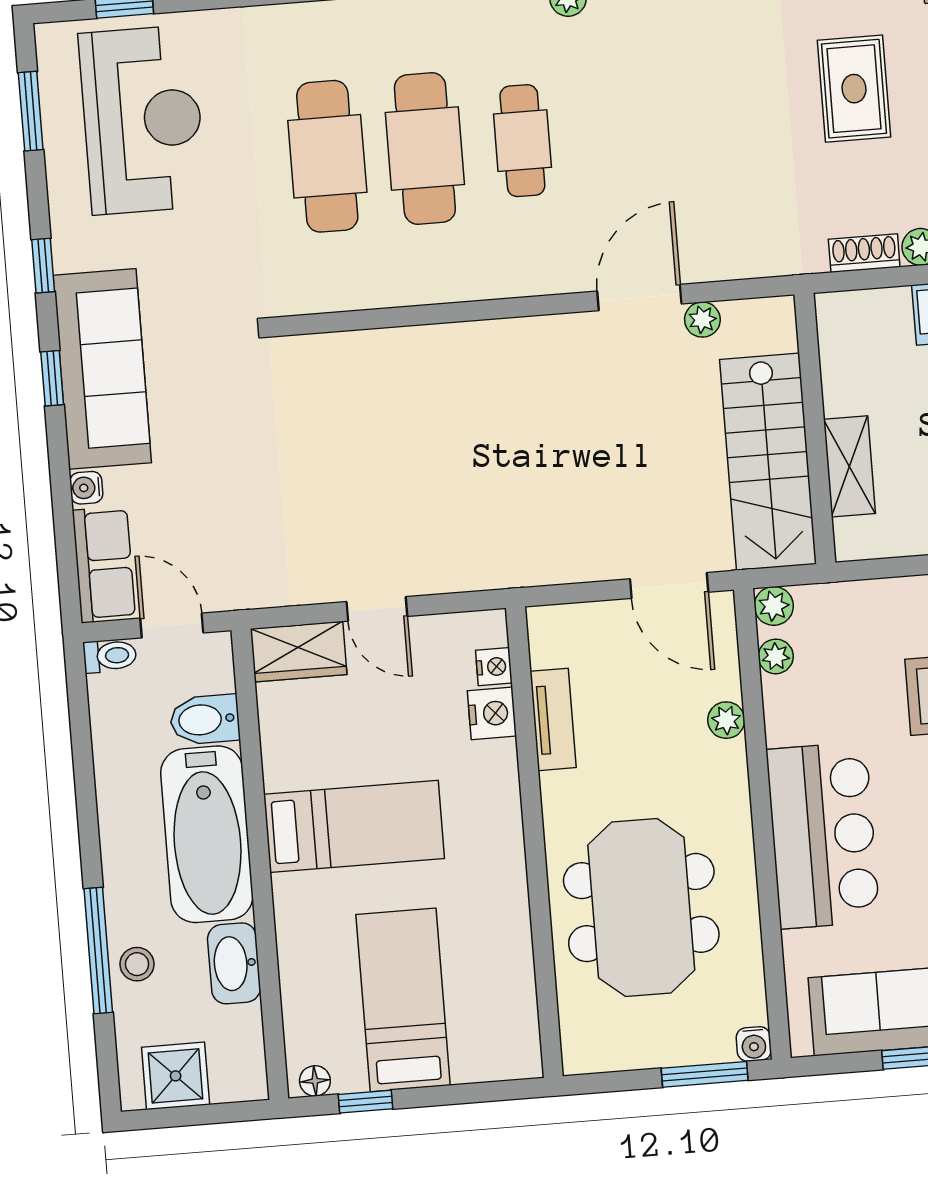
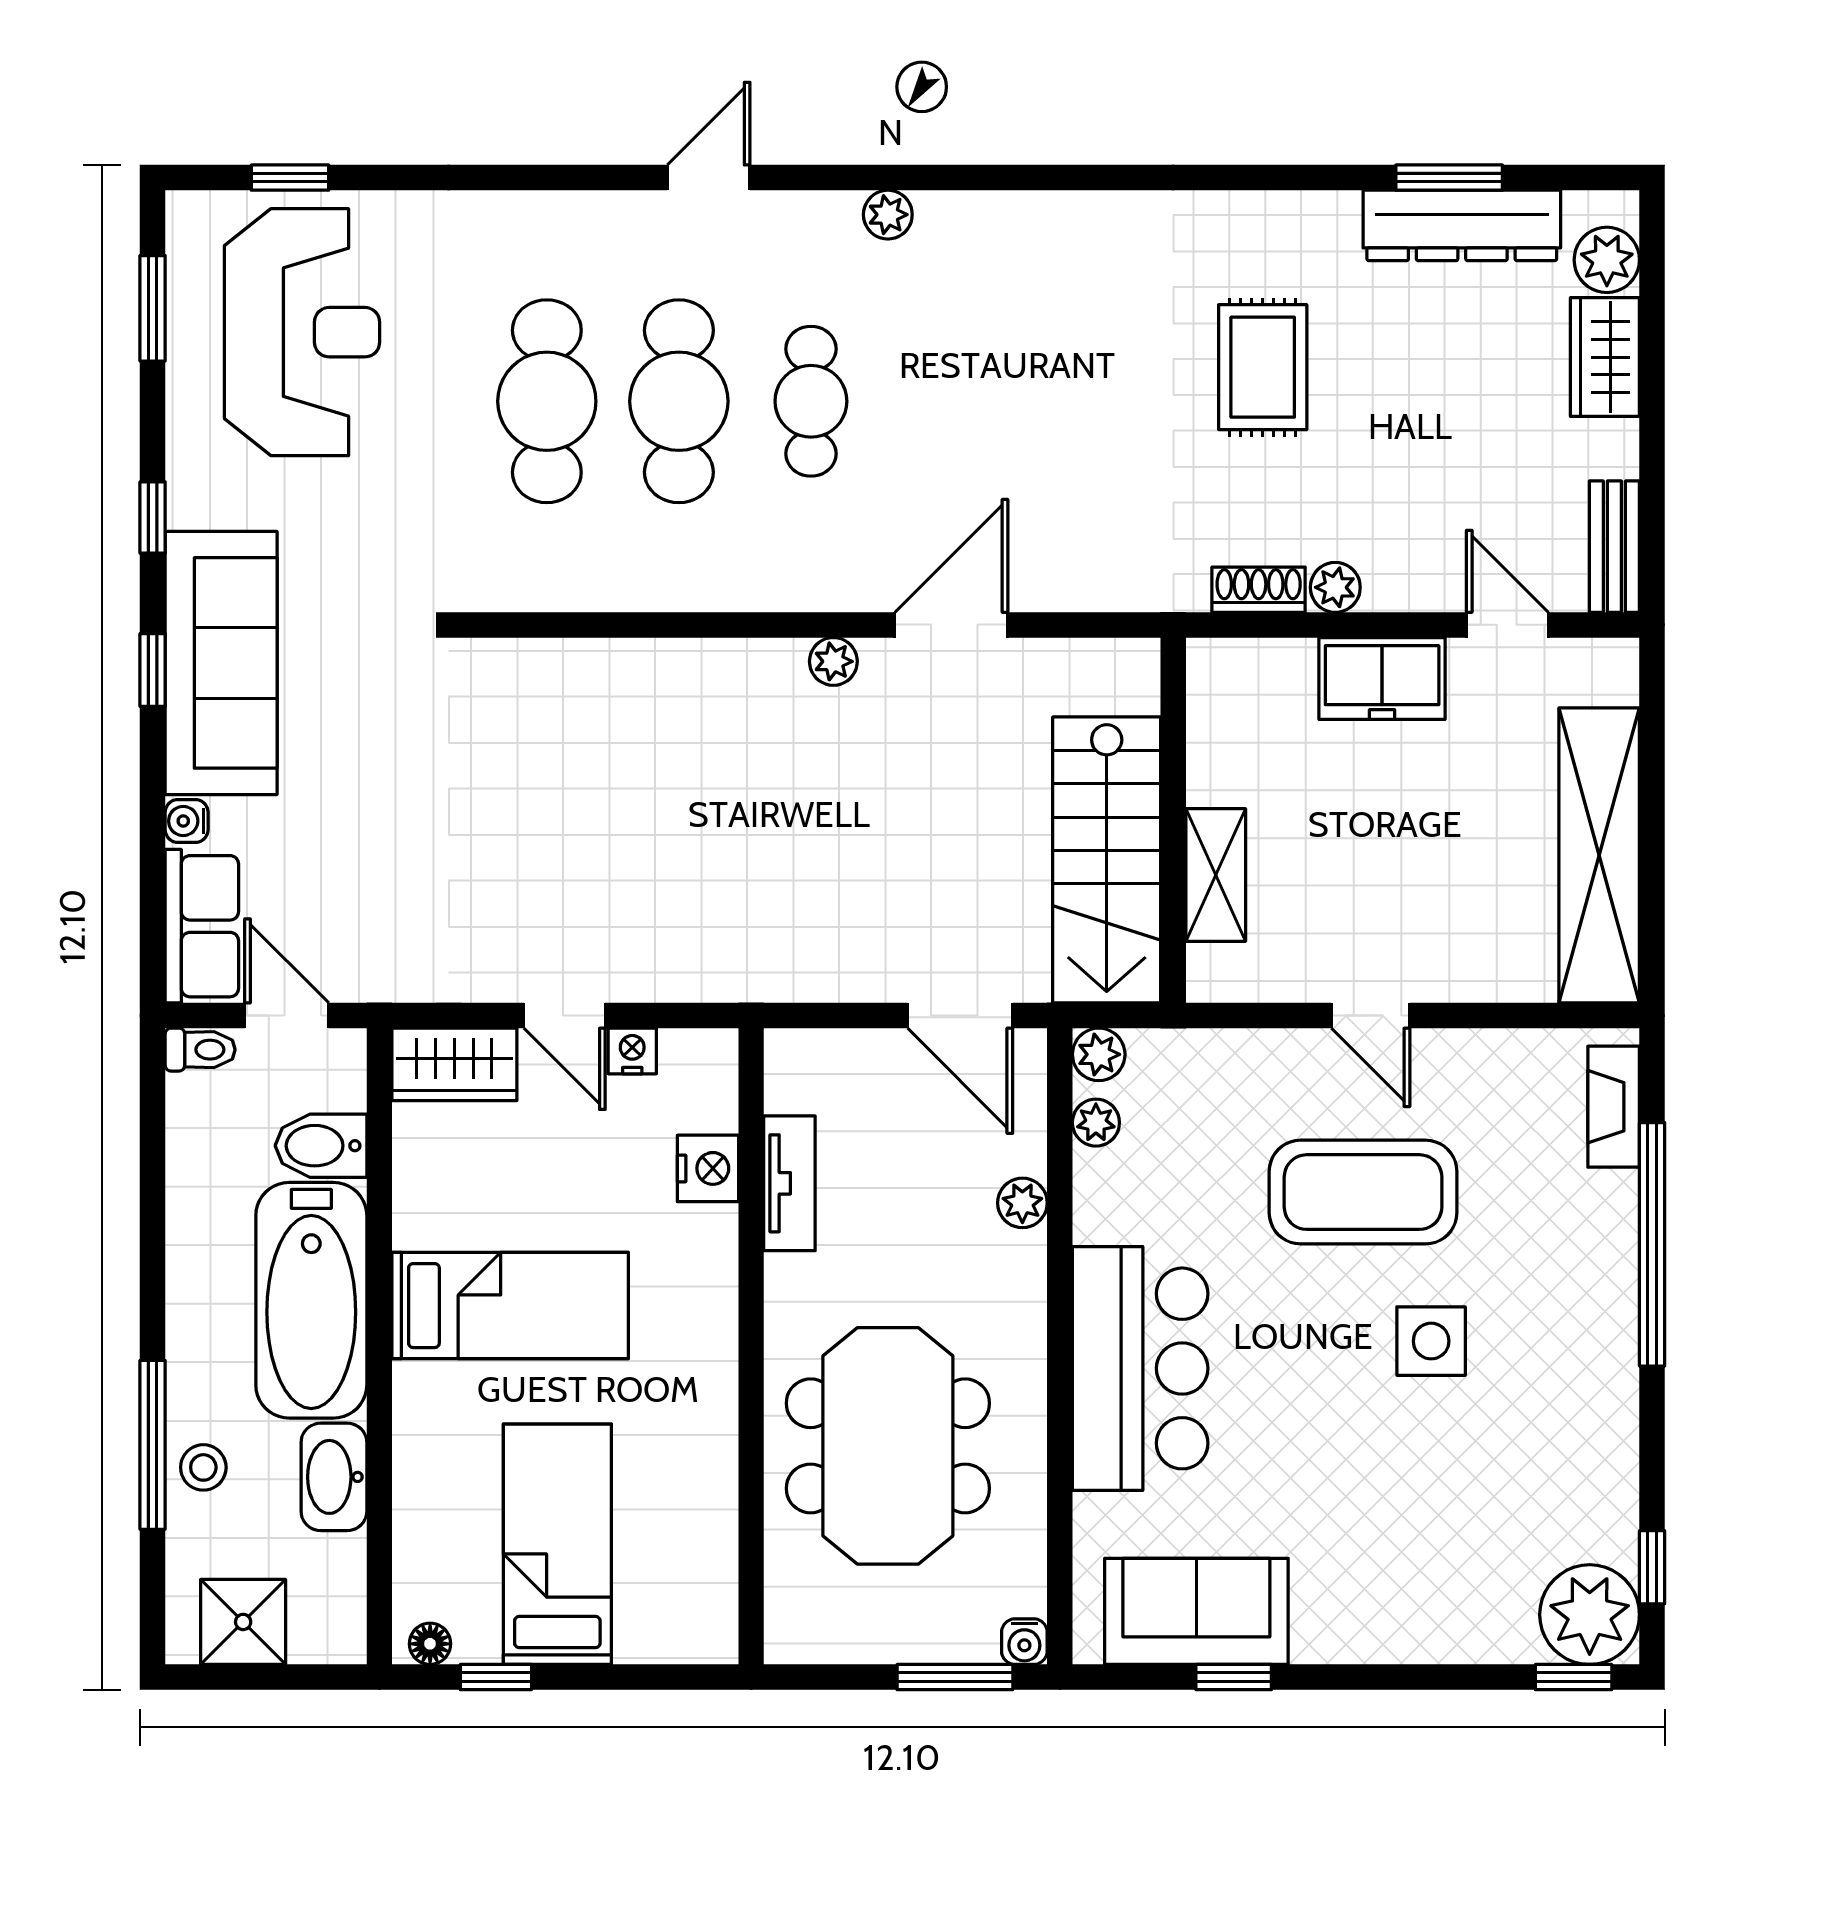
plant: (702, 320) -> (833, 661), moved
nightstand: (494, 667) -> (632, 1051), moved, turned -90

